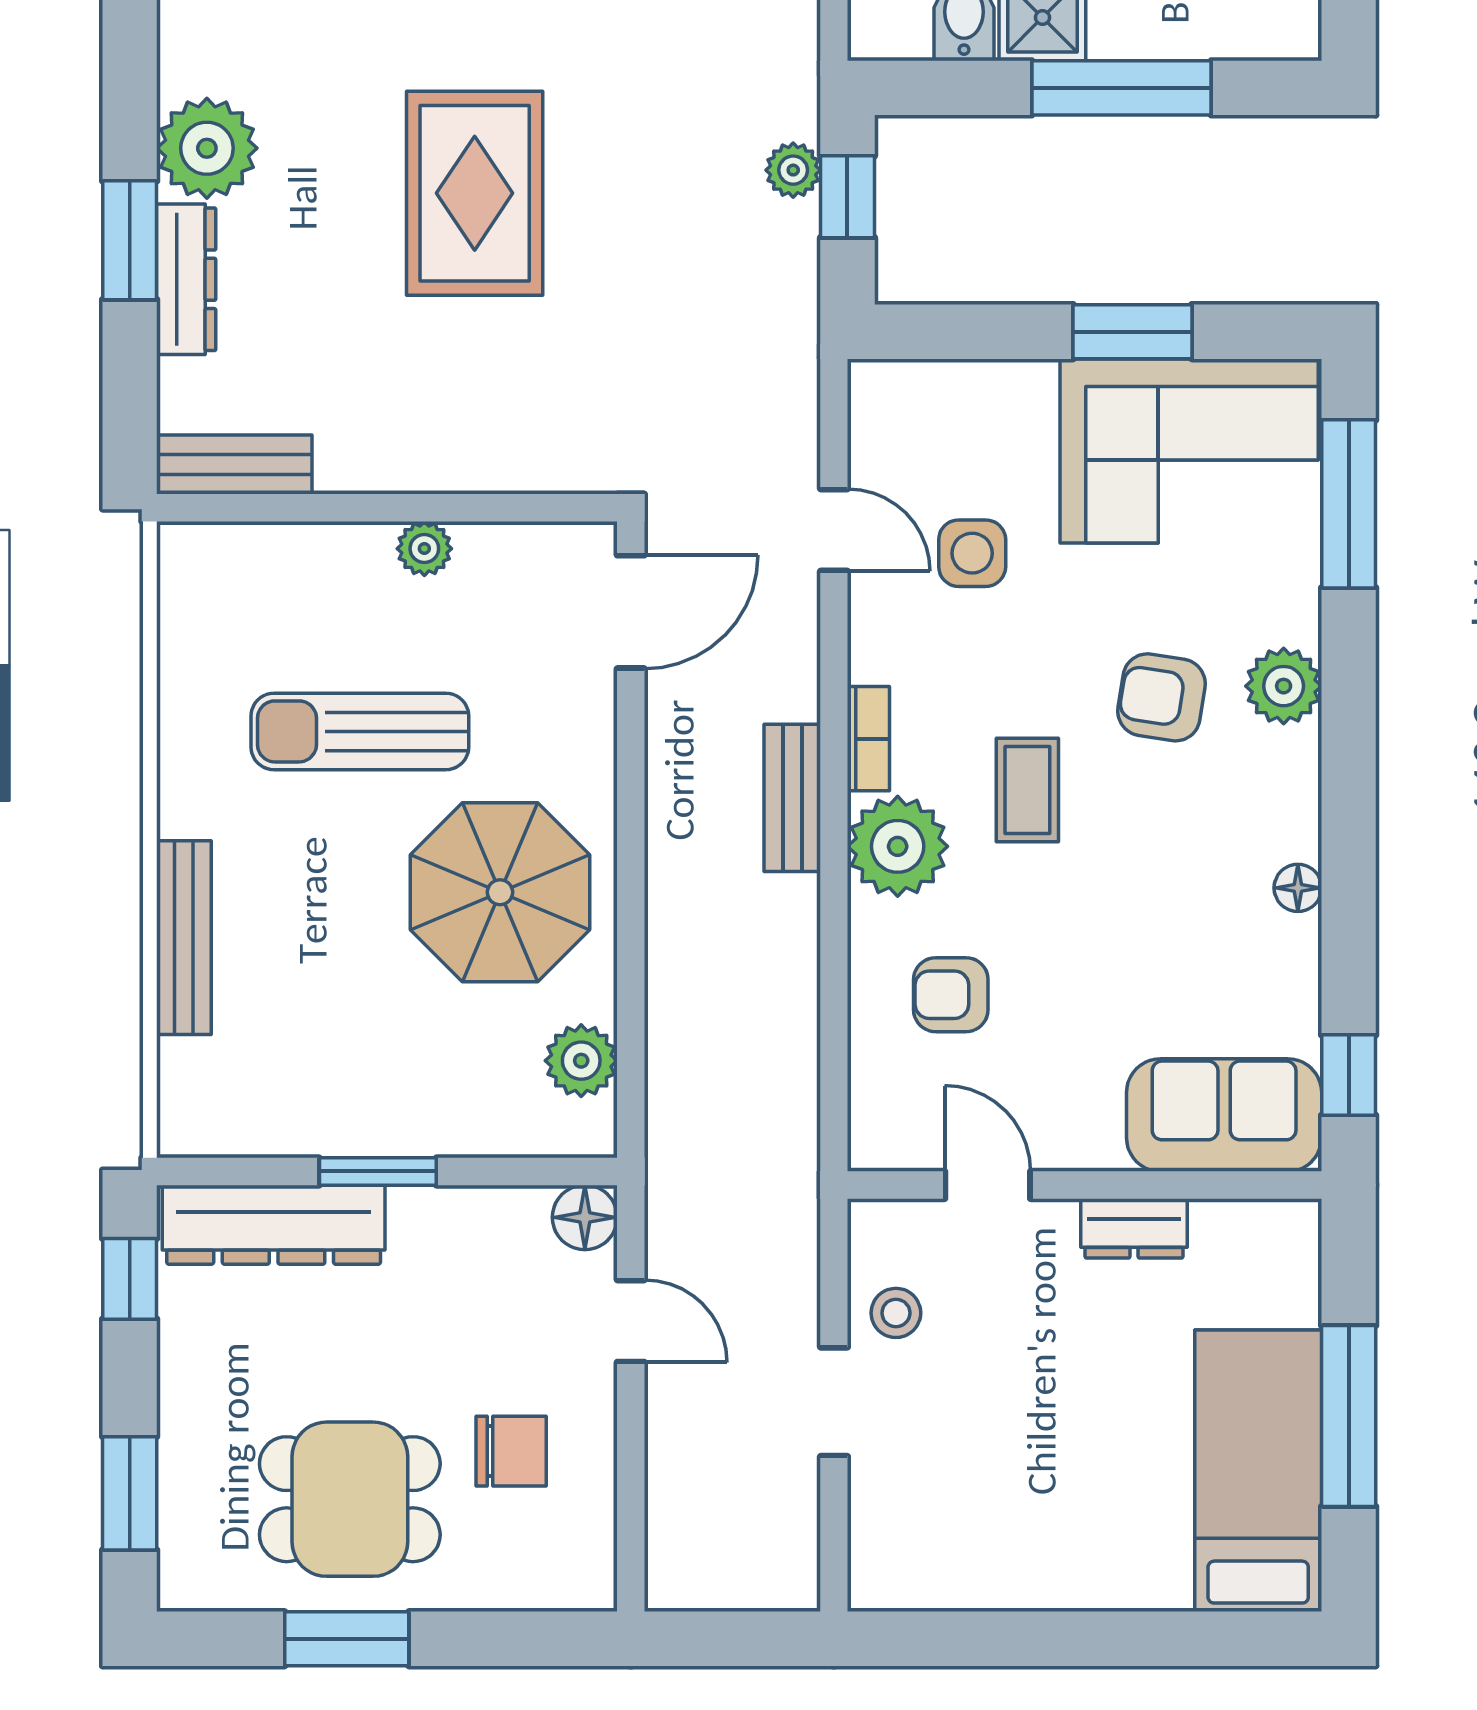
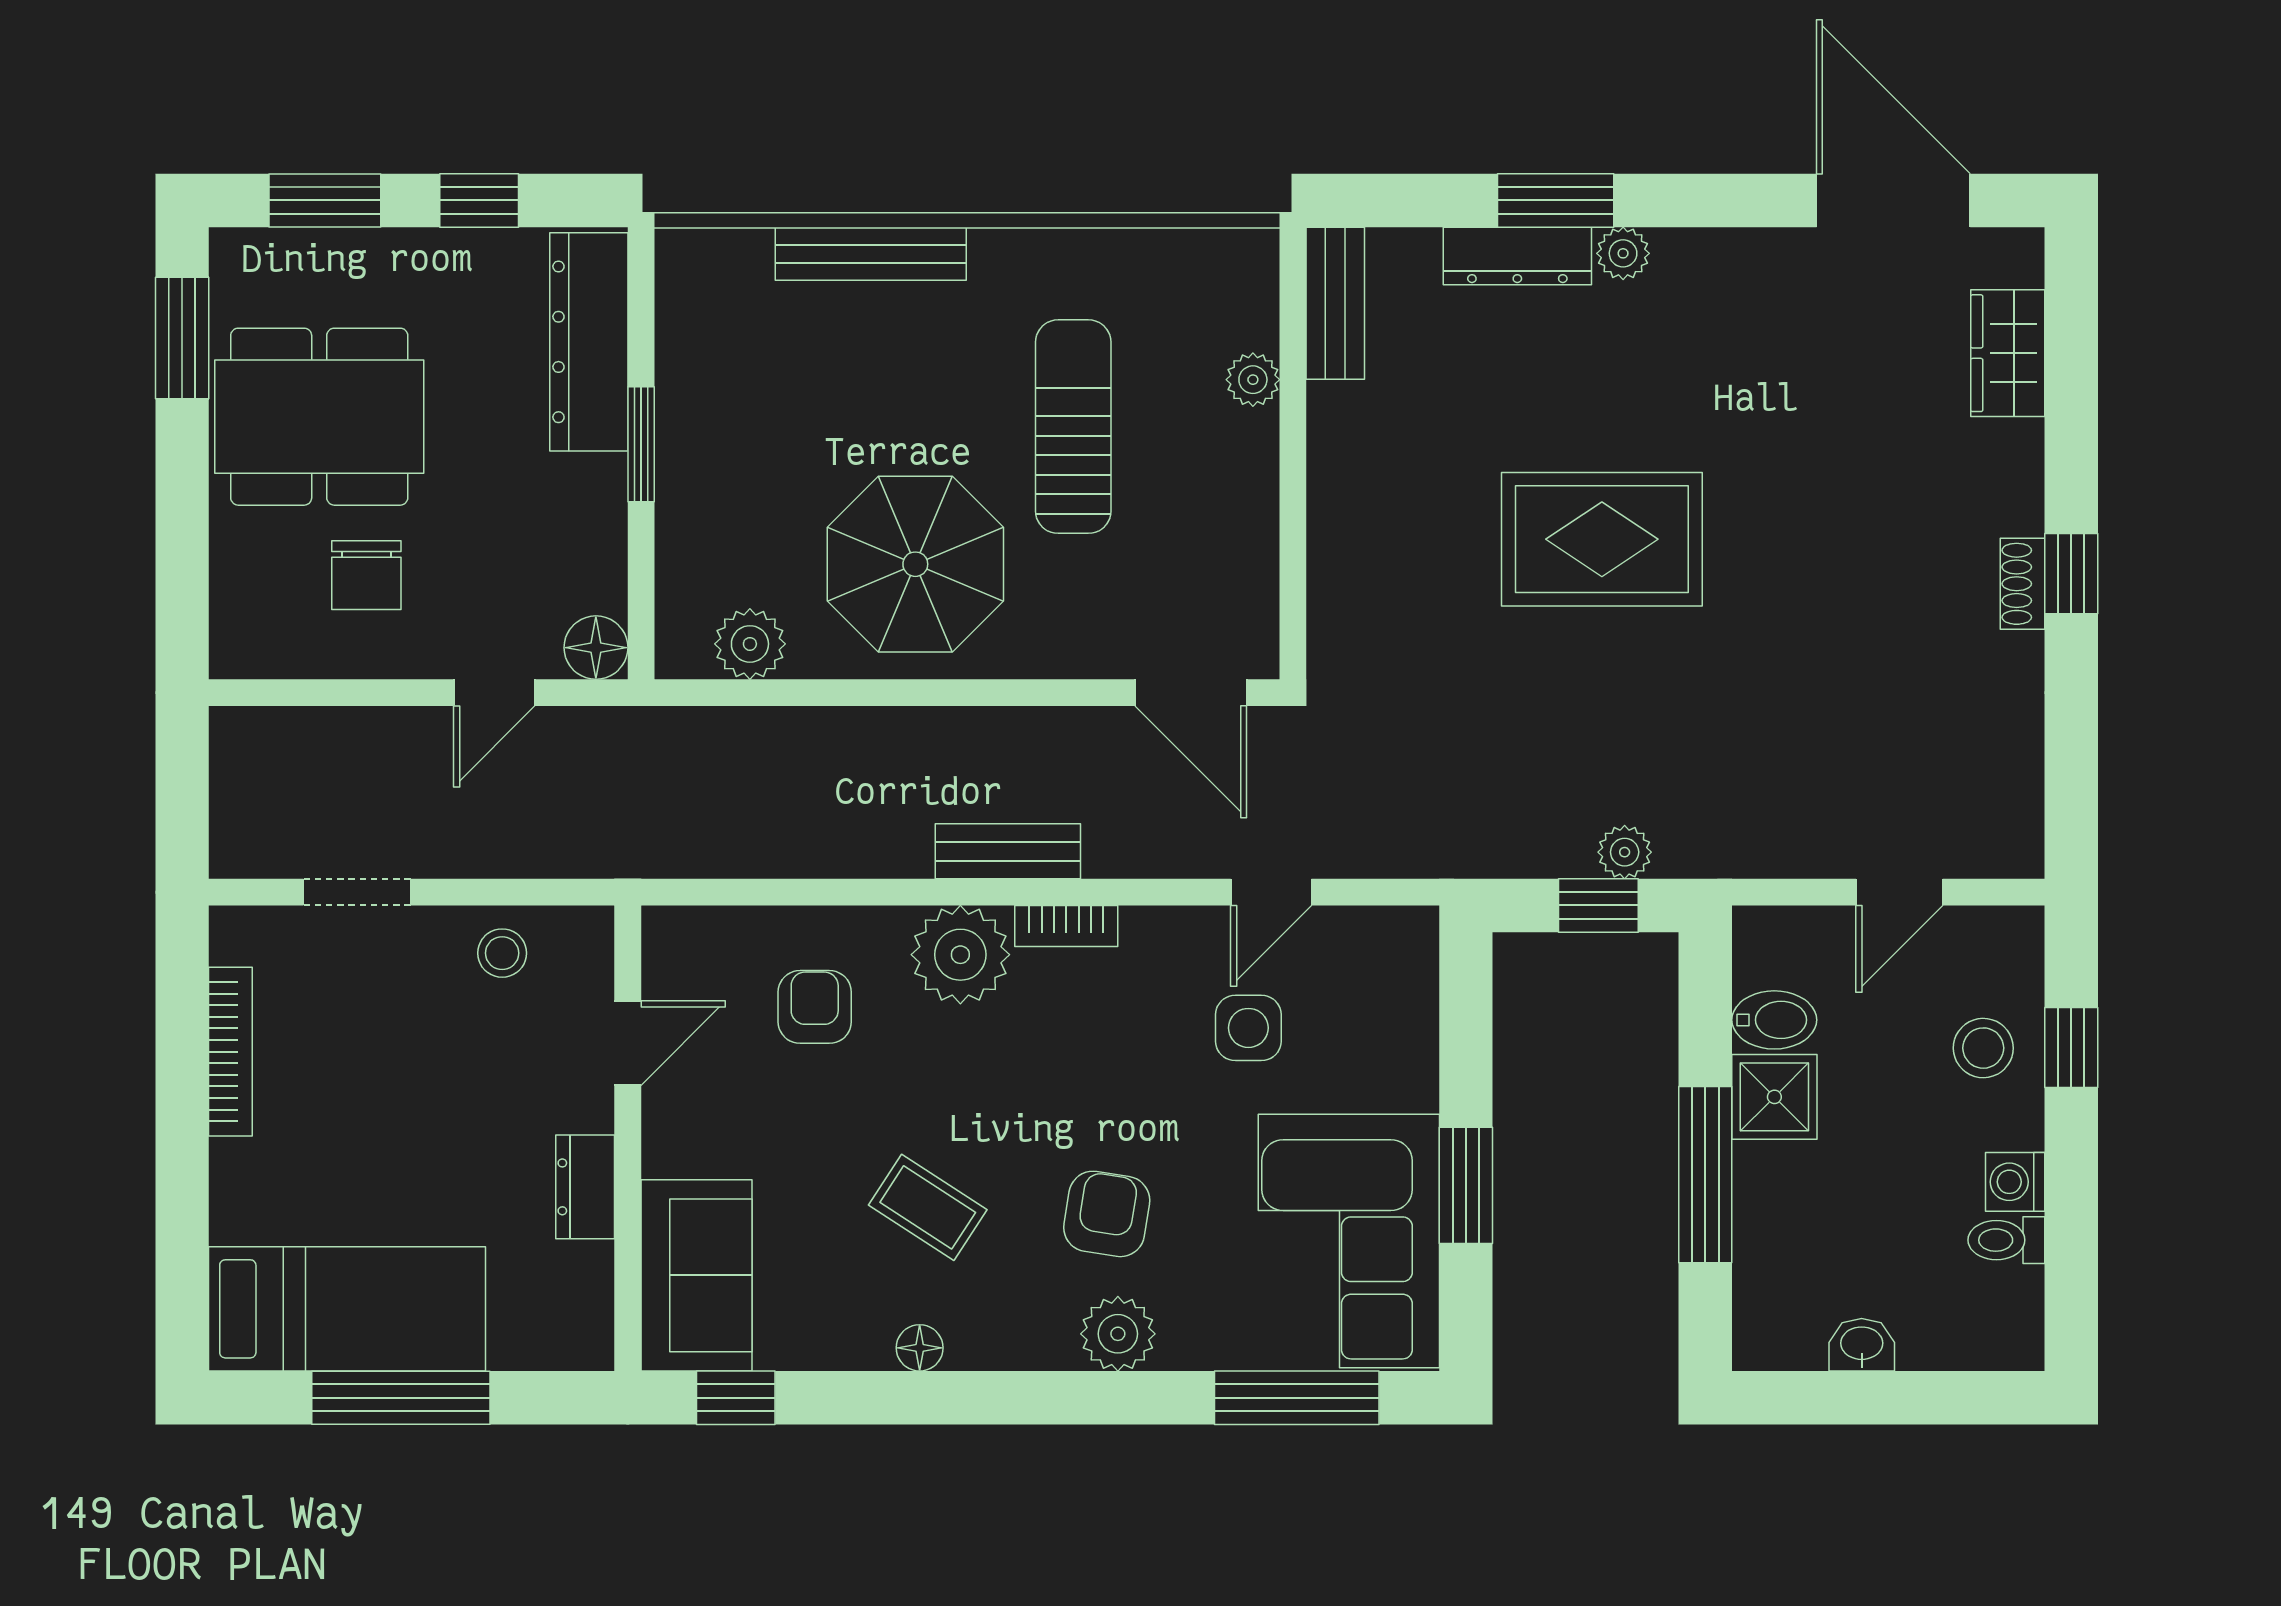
plant: (207, 148) -> (1623, 253), width x0.53, depth x0.53
plant: (424, 549) -> (1253, 380), moved
coffee table: (1027, 790) -> (928, 1207), moved, turned 33
window: (130, 1279) -> (479, 200), moved
doorway: (834, 1402) -> (357, 892), moved
dining table: (350, 1499) -> (319, 417), width x1.37
bookcase: (996, 1590) -> (230, 1052), added
window: (347, 1639) -> (182, 338), moved

